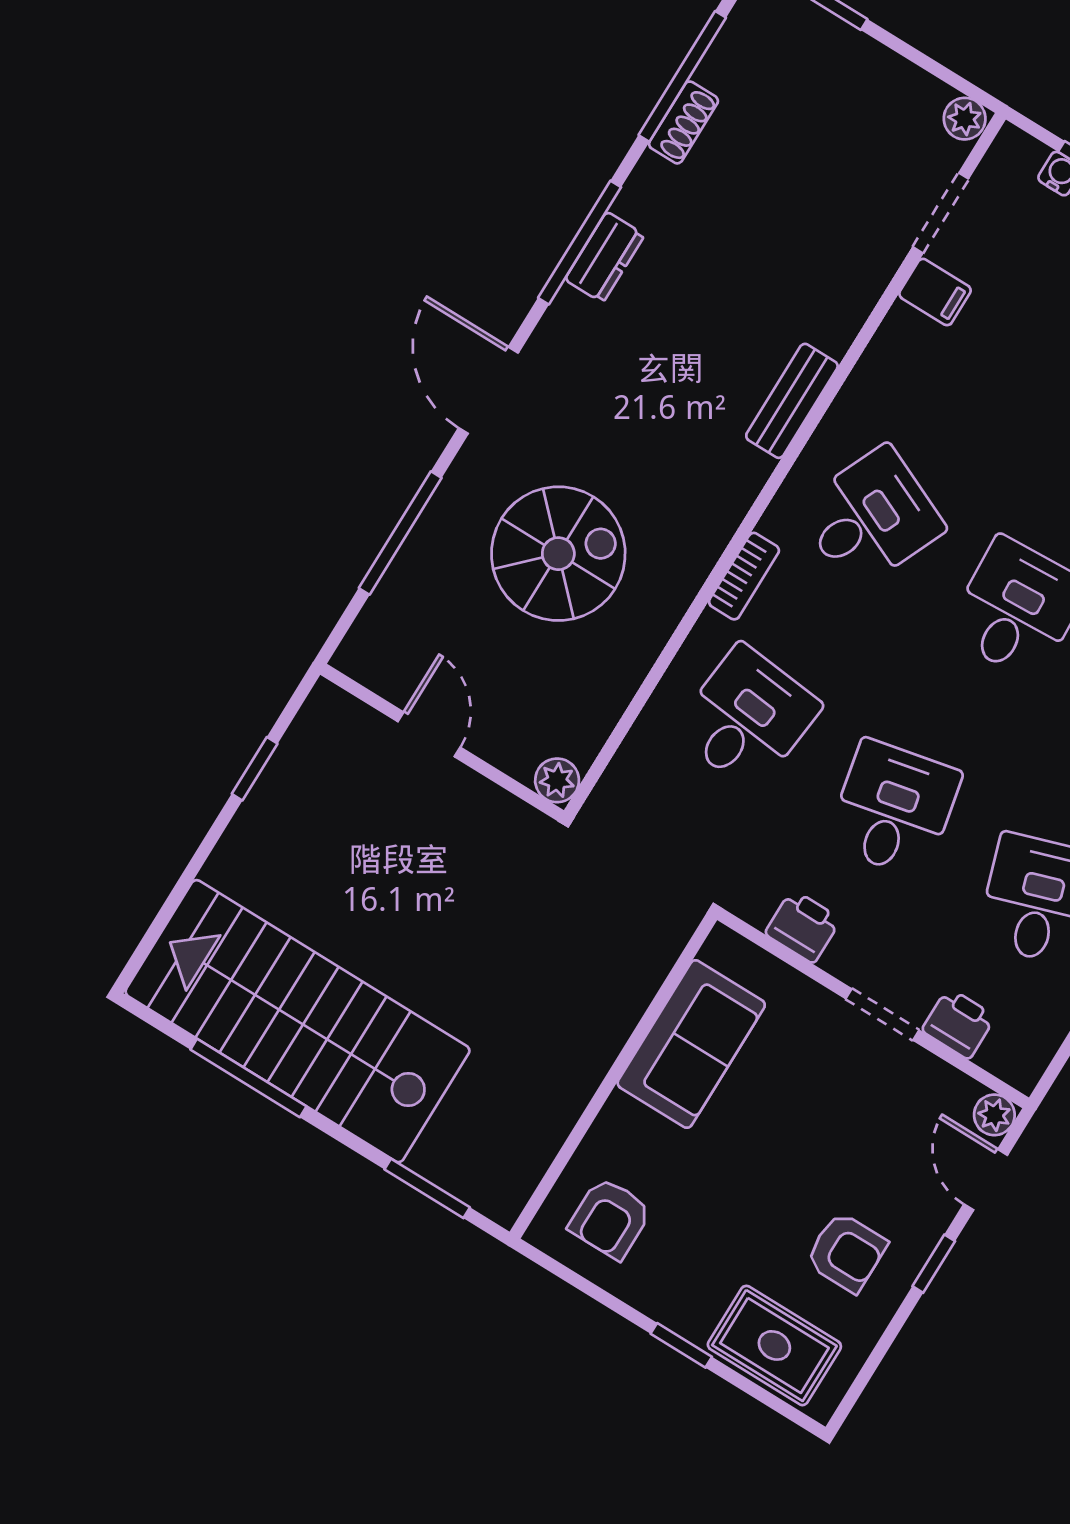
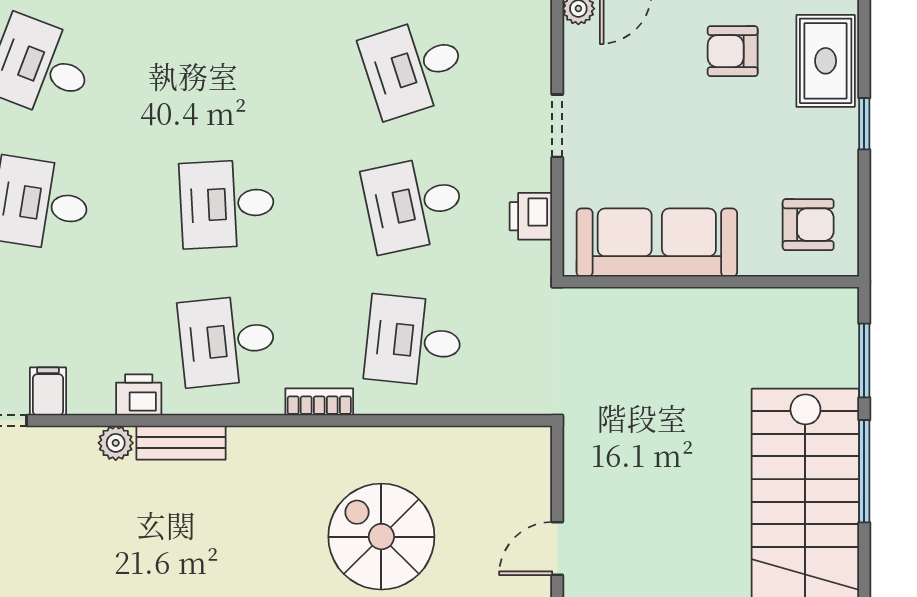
desk: (871, 518) -> (227, 341), turned -30
plant: (557, 780) -> (116, 443), moved
printer: (959, 1024) -> (139, 395), moved, turned 90
sofa: (691, 1044) -> (657, 243), width x1.36
window: (248, 1078) -> (864, 471), moved
armchair: (846, 1252) -> (733, 51), turned -90

